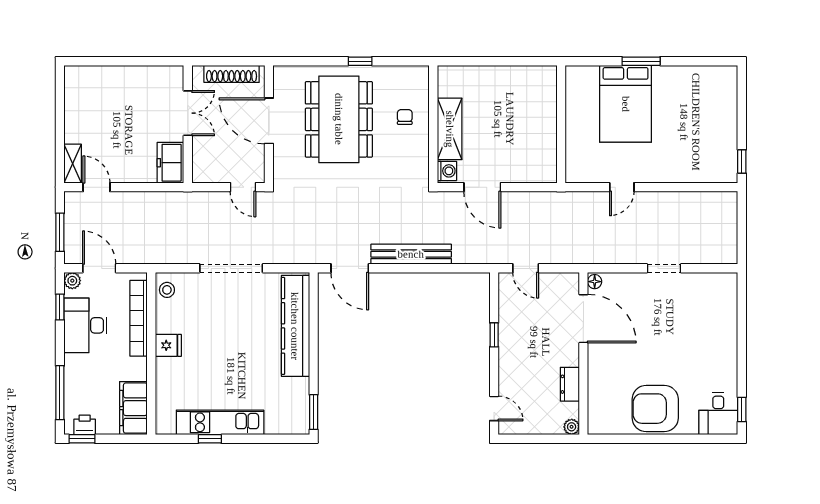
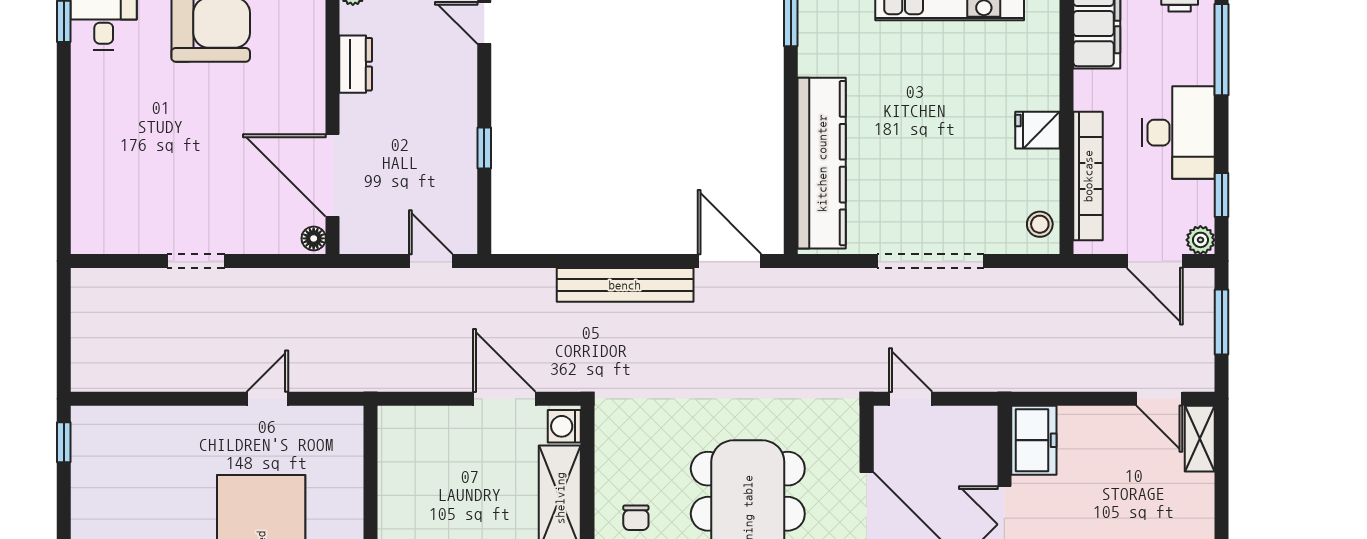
desk: (85, 325) -> (1178, 133), moved

